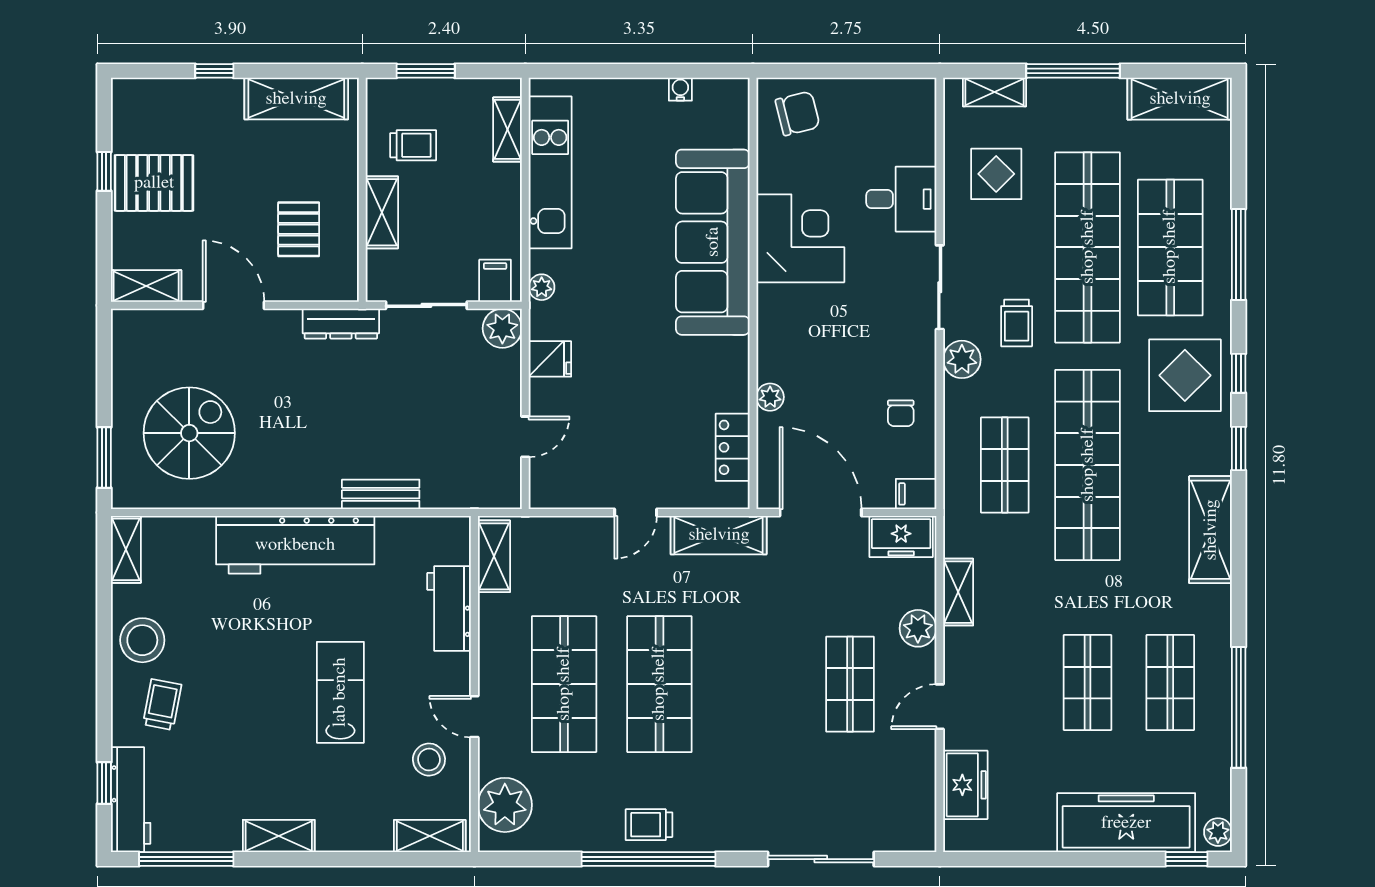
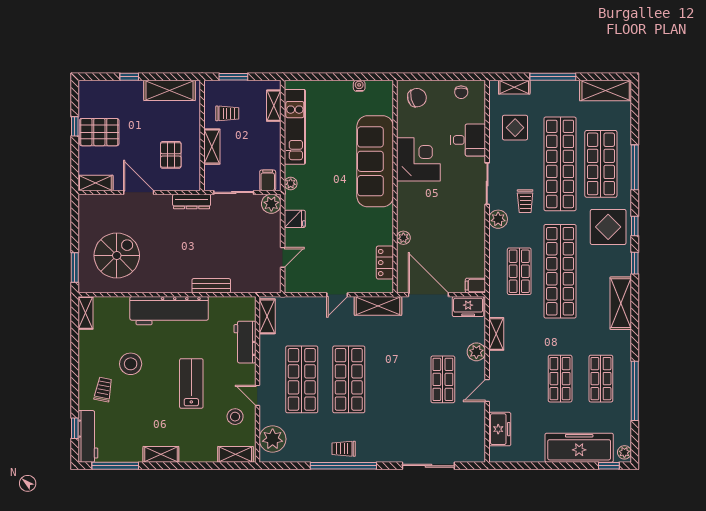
chair: (901, 413) -> (461, 92), moved
stool: (142, 640) -> (131, 364), moved

